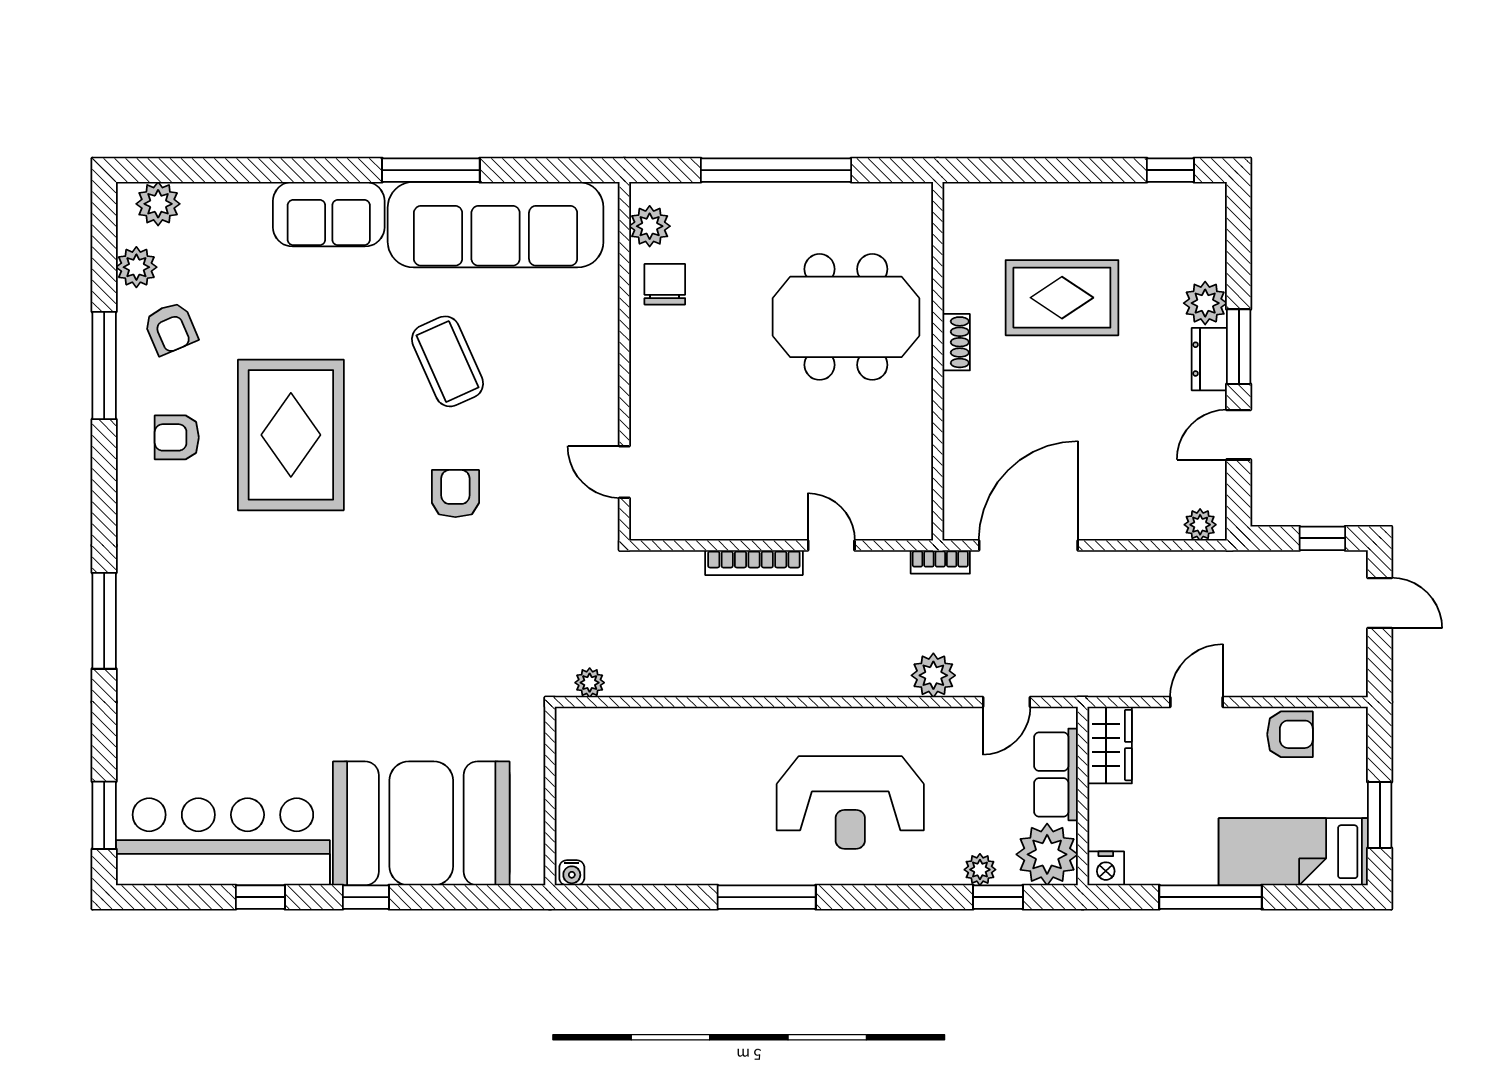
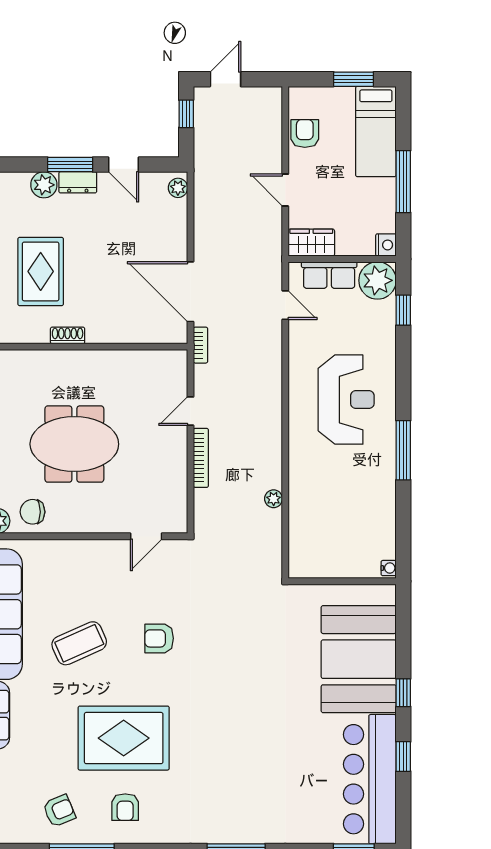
plant: (136, 267) -> (22, 832), removed
meeting table: (846, 317) -> (74, 444), moved, turned 90
plant: (933, 675) -> (269, 349), removed
plant: (590, 683) -> (274, 499), moved
plant: (980, 870) -> (387, 321), removed

